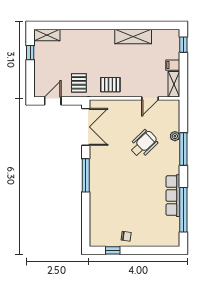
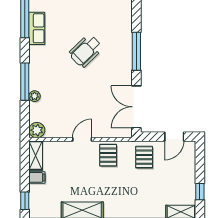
pallet: (110, 85) -> (108, 155), turned 90
door: (150, 98) -> (82, 139), moved
plant: (173, 106) -> (37, 130), added
wheelchair: (144, 144) -> (86, 51), moved
row of seats: (173, 196) -> (37, 28), width x0.68

